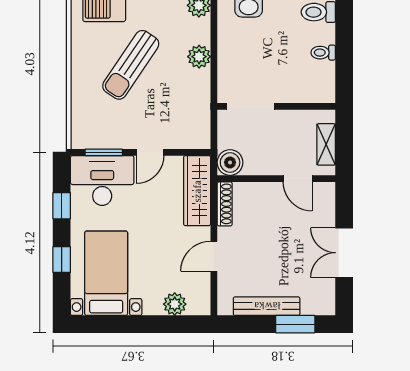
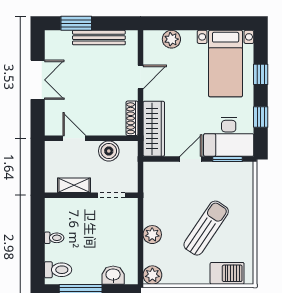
doorway: (251, 106) -> (111, 195), width x0.73
shelving: (326, 144) -> (74, 185), moved, turned 90
boiler: (230, 162) -> (109, 151), moved

